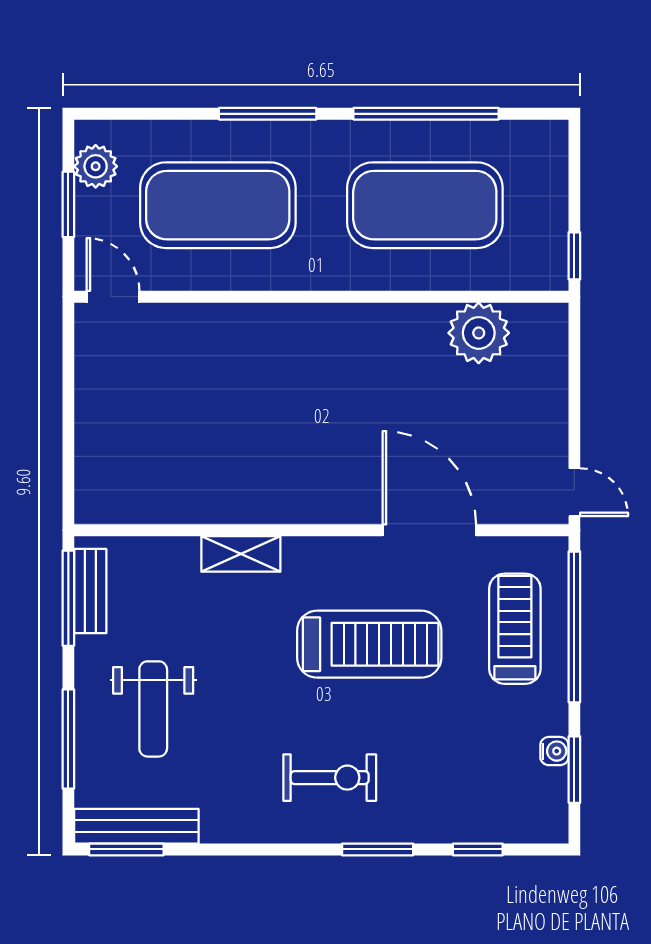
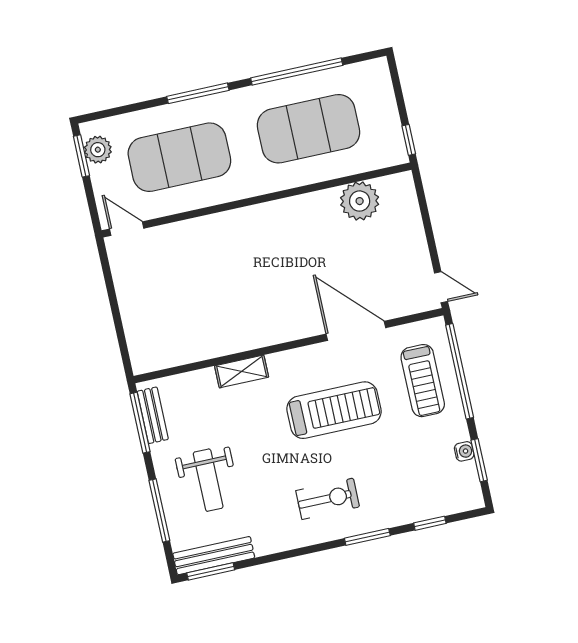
window: (68, 204) -> (81, 156), moved
treadmill: (515, 629) -> (423, 381), turned 180

